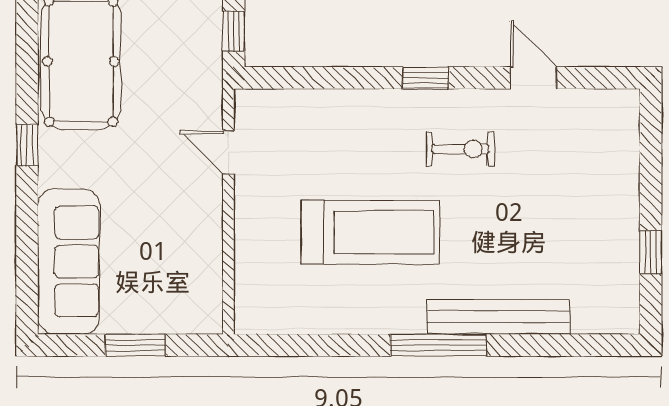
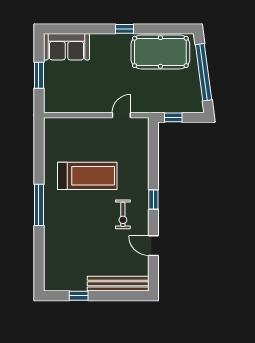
door: (534, 78) -> (153, 246), swing flipped
treadmill: (370, 232) -> (87, 176), turned -90
sofa: (69, 261) -> (67, 47), width x0.73
bench: (498, 317) -> (118, 284), moved, turned 90

